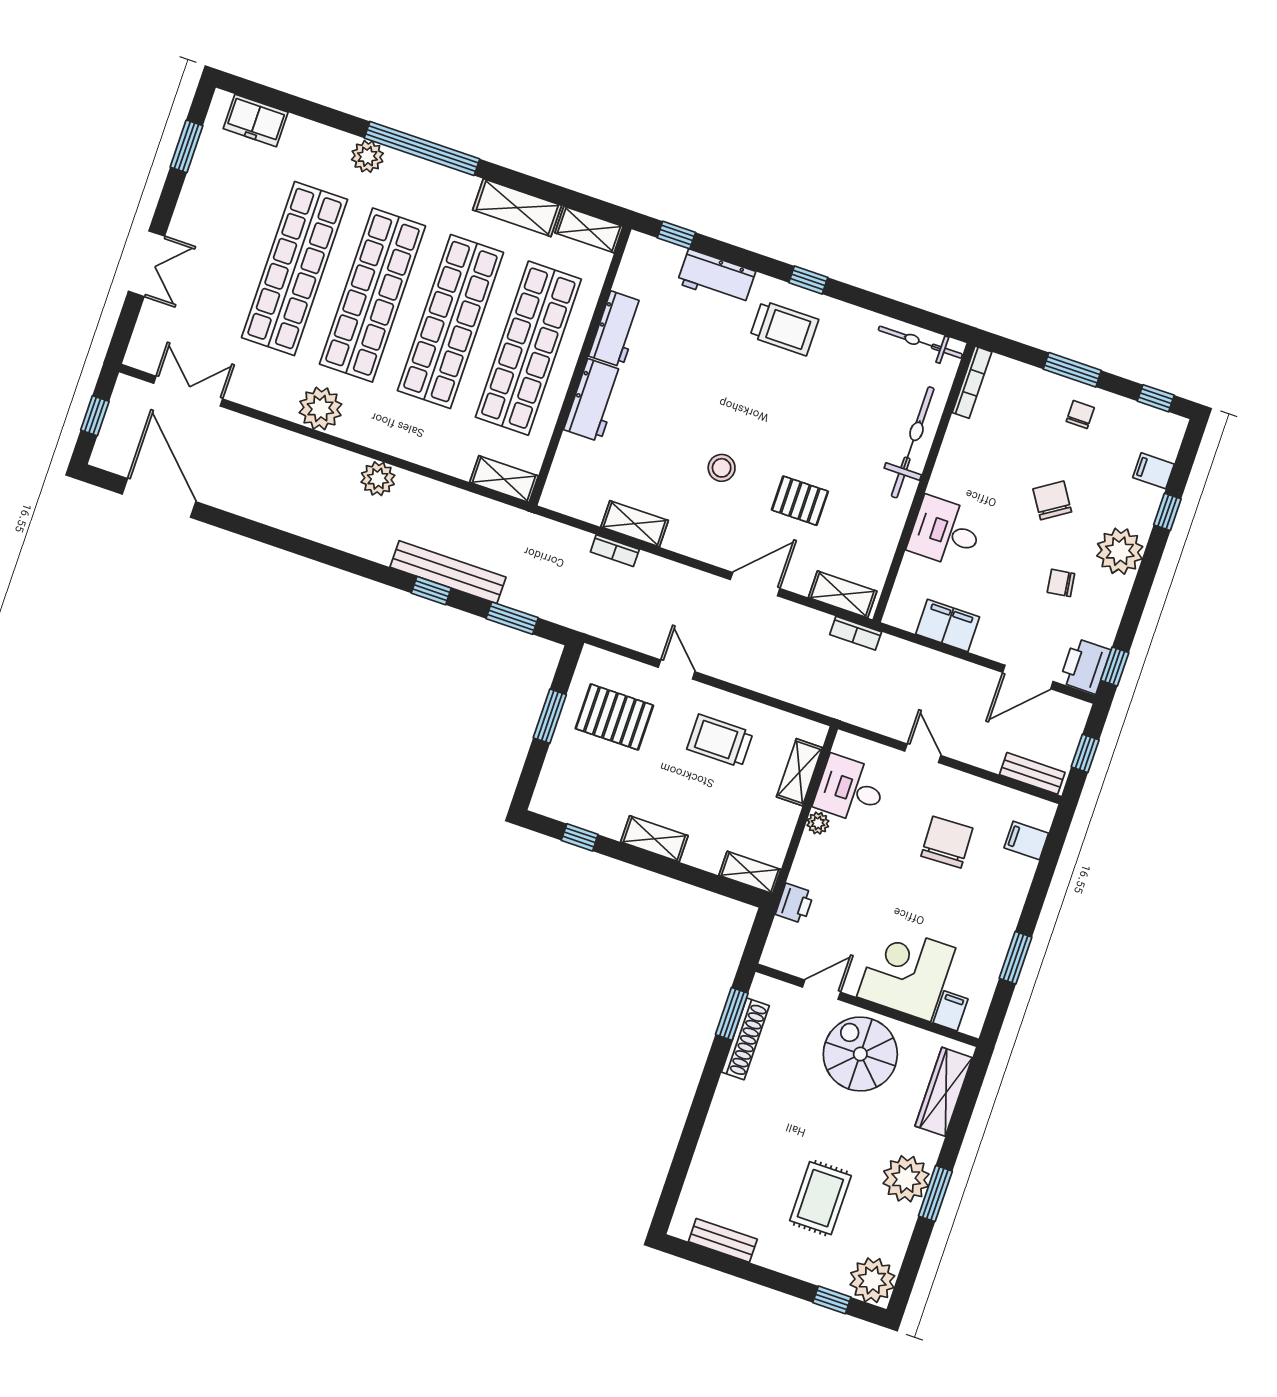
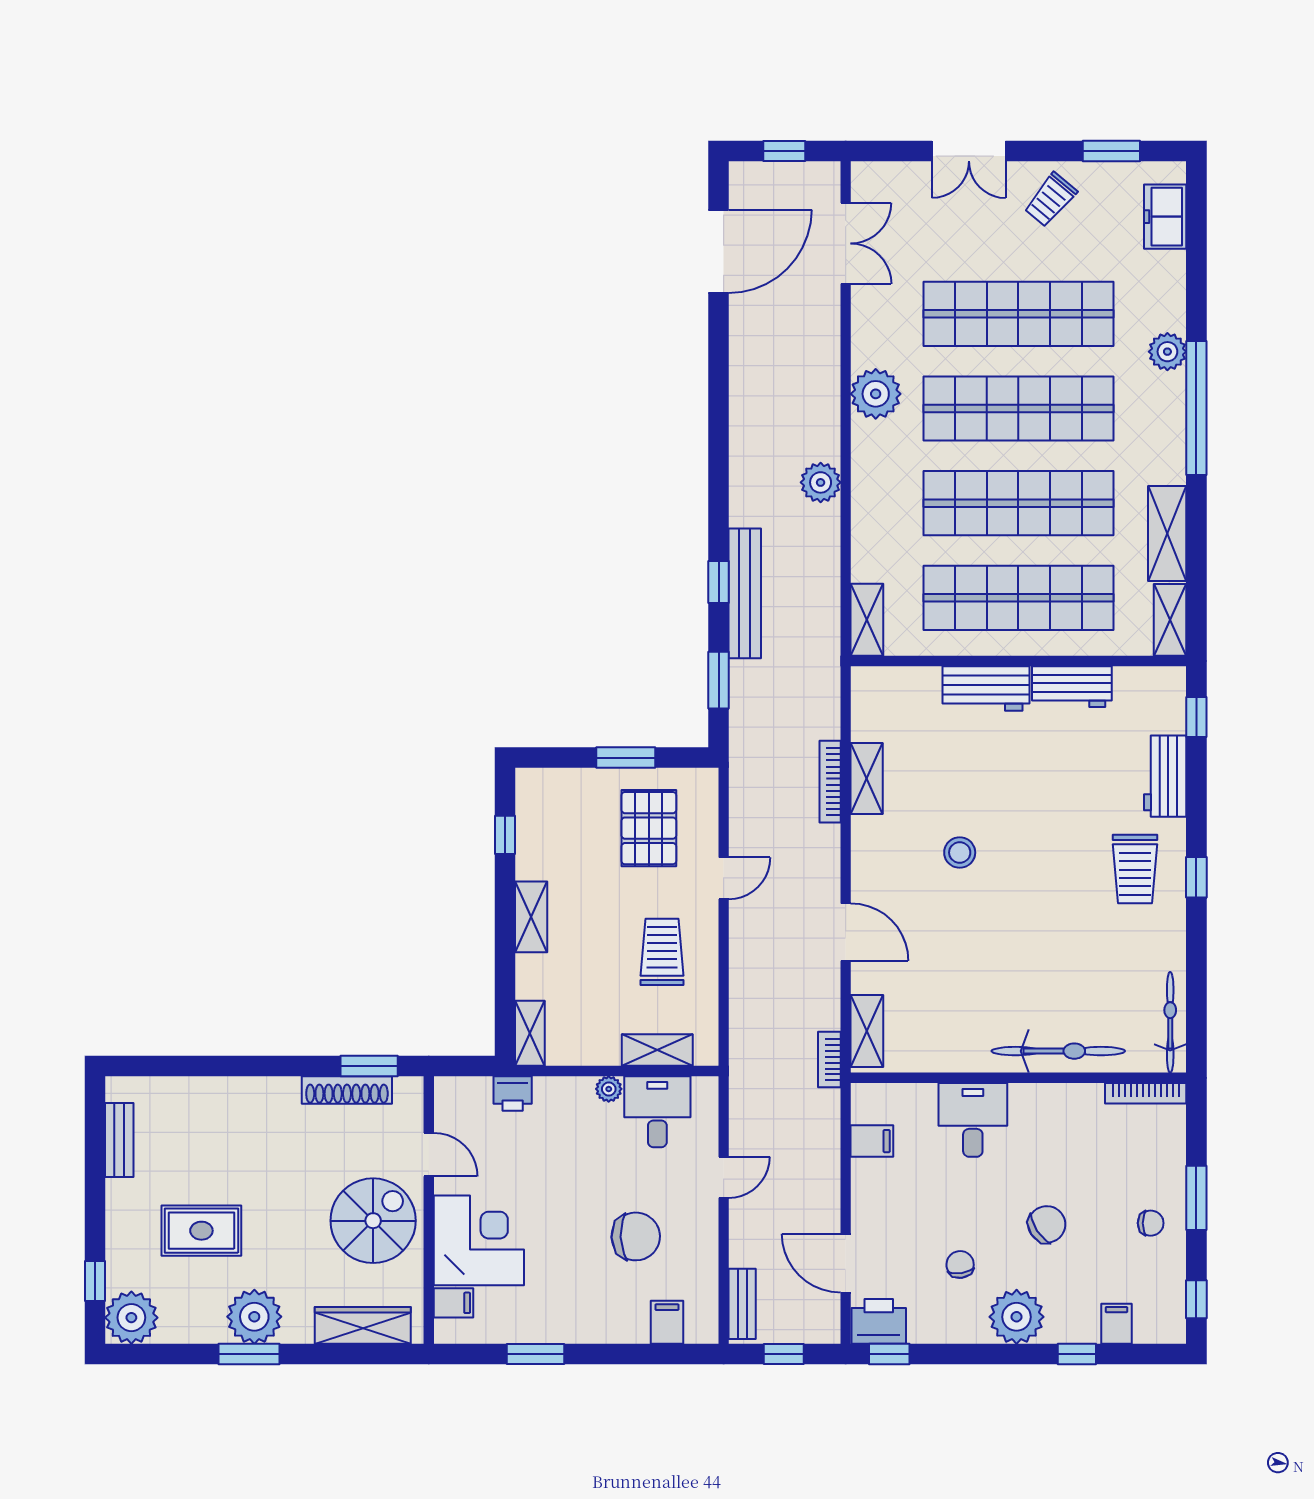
trolley: (210, 210) -> (1050, 200), added
pallet: (800, 501) -> (953, 950), removed
bookcase: (615, 551) -> (830, 782), width x1.56
filing cabinet: (948, 626) -> (872, 1141), width x0.50

